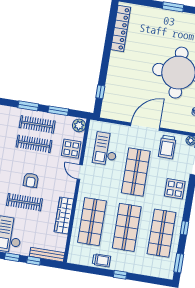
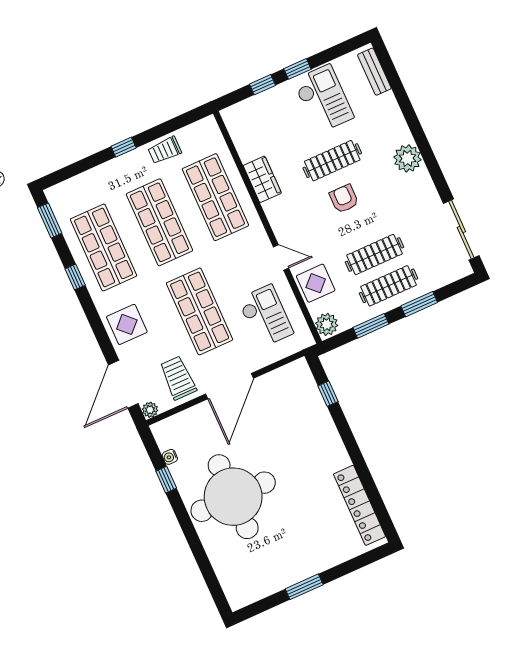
wardrobe: (64, 215) -> (262, 179), width x0.67
bench: (47, 255) -> (249, 106), removed

